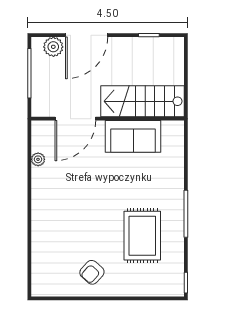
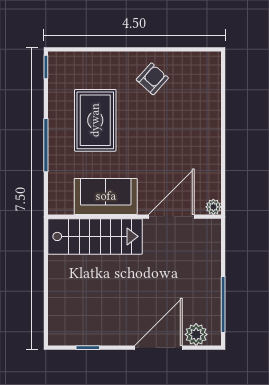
stairs: (142, 101) -> (95, 236), moved
door: (75, 119) -> (171, 217), moved
wall: (108, 119) -> (134, 217), moved
sofa: (133, 136) -> (106, 196), moved

